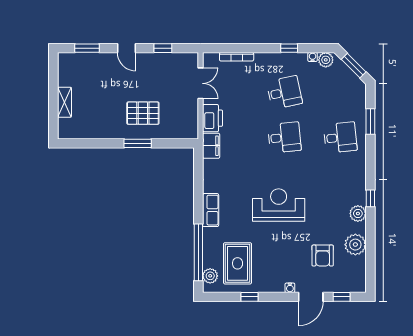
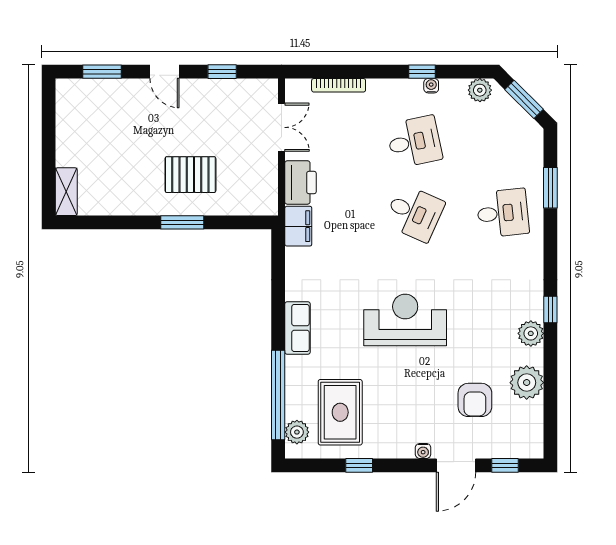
water cooler: (313, 57) -> (431, 86), moved
shelving: (64, 102) -> (66, 192), moved
desk: (284, 137) -> (414, 213), turned 30

